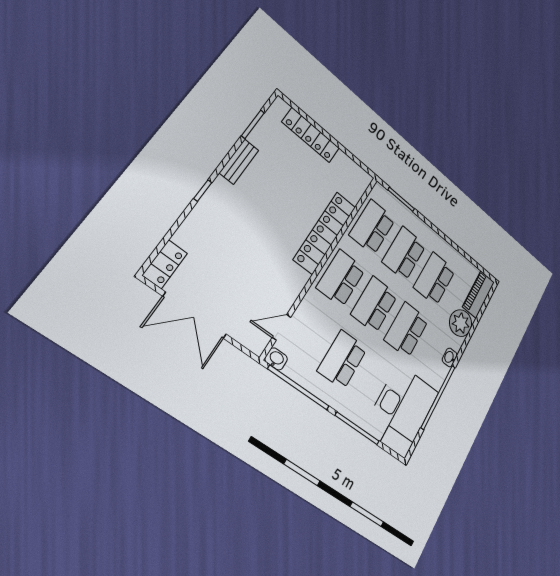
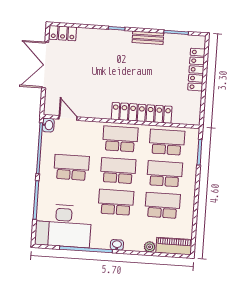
plant: (461, 323) -> (150, 247), width x0.53, depth x0.53

